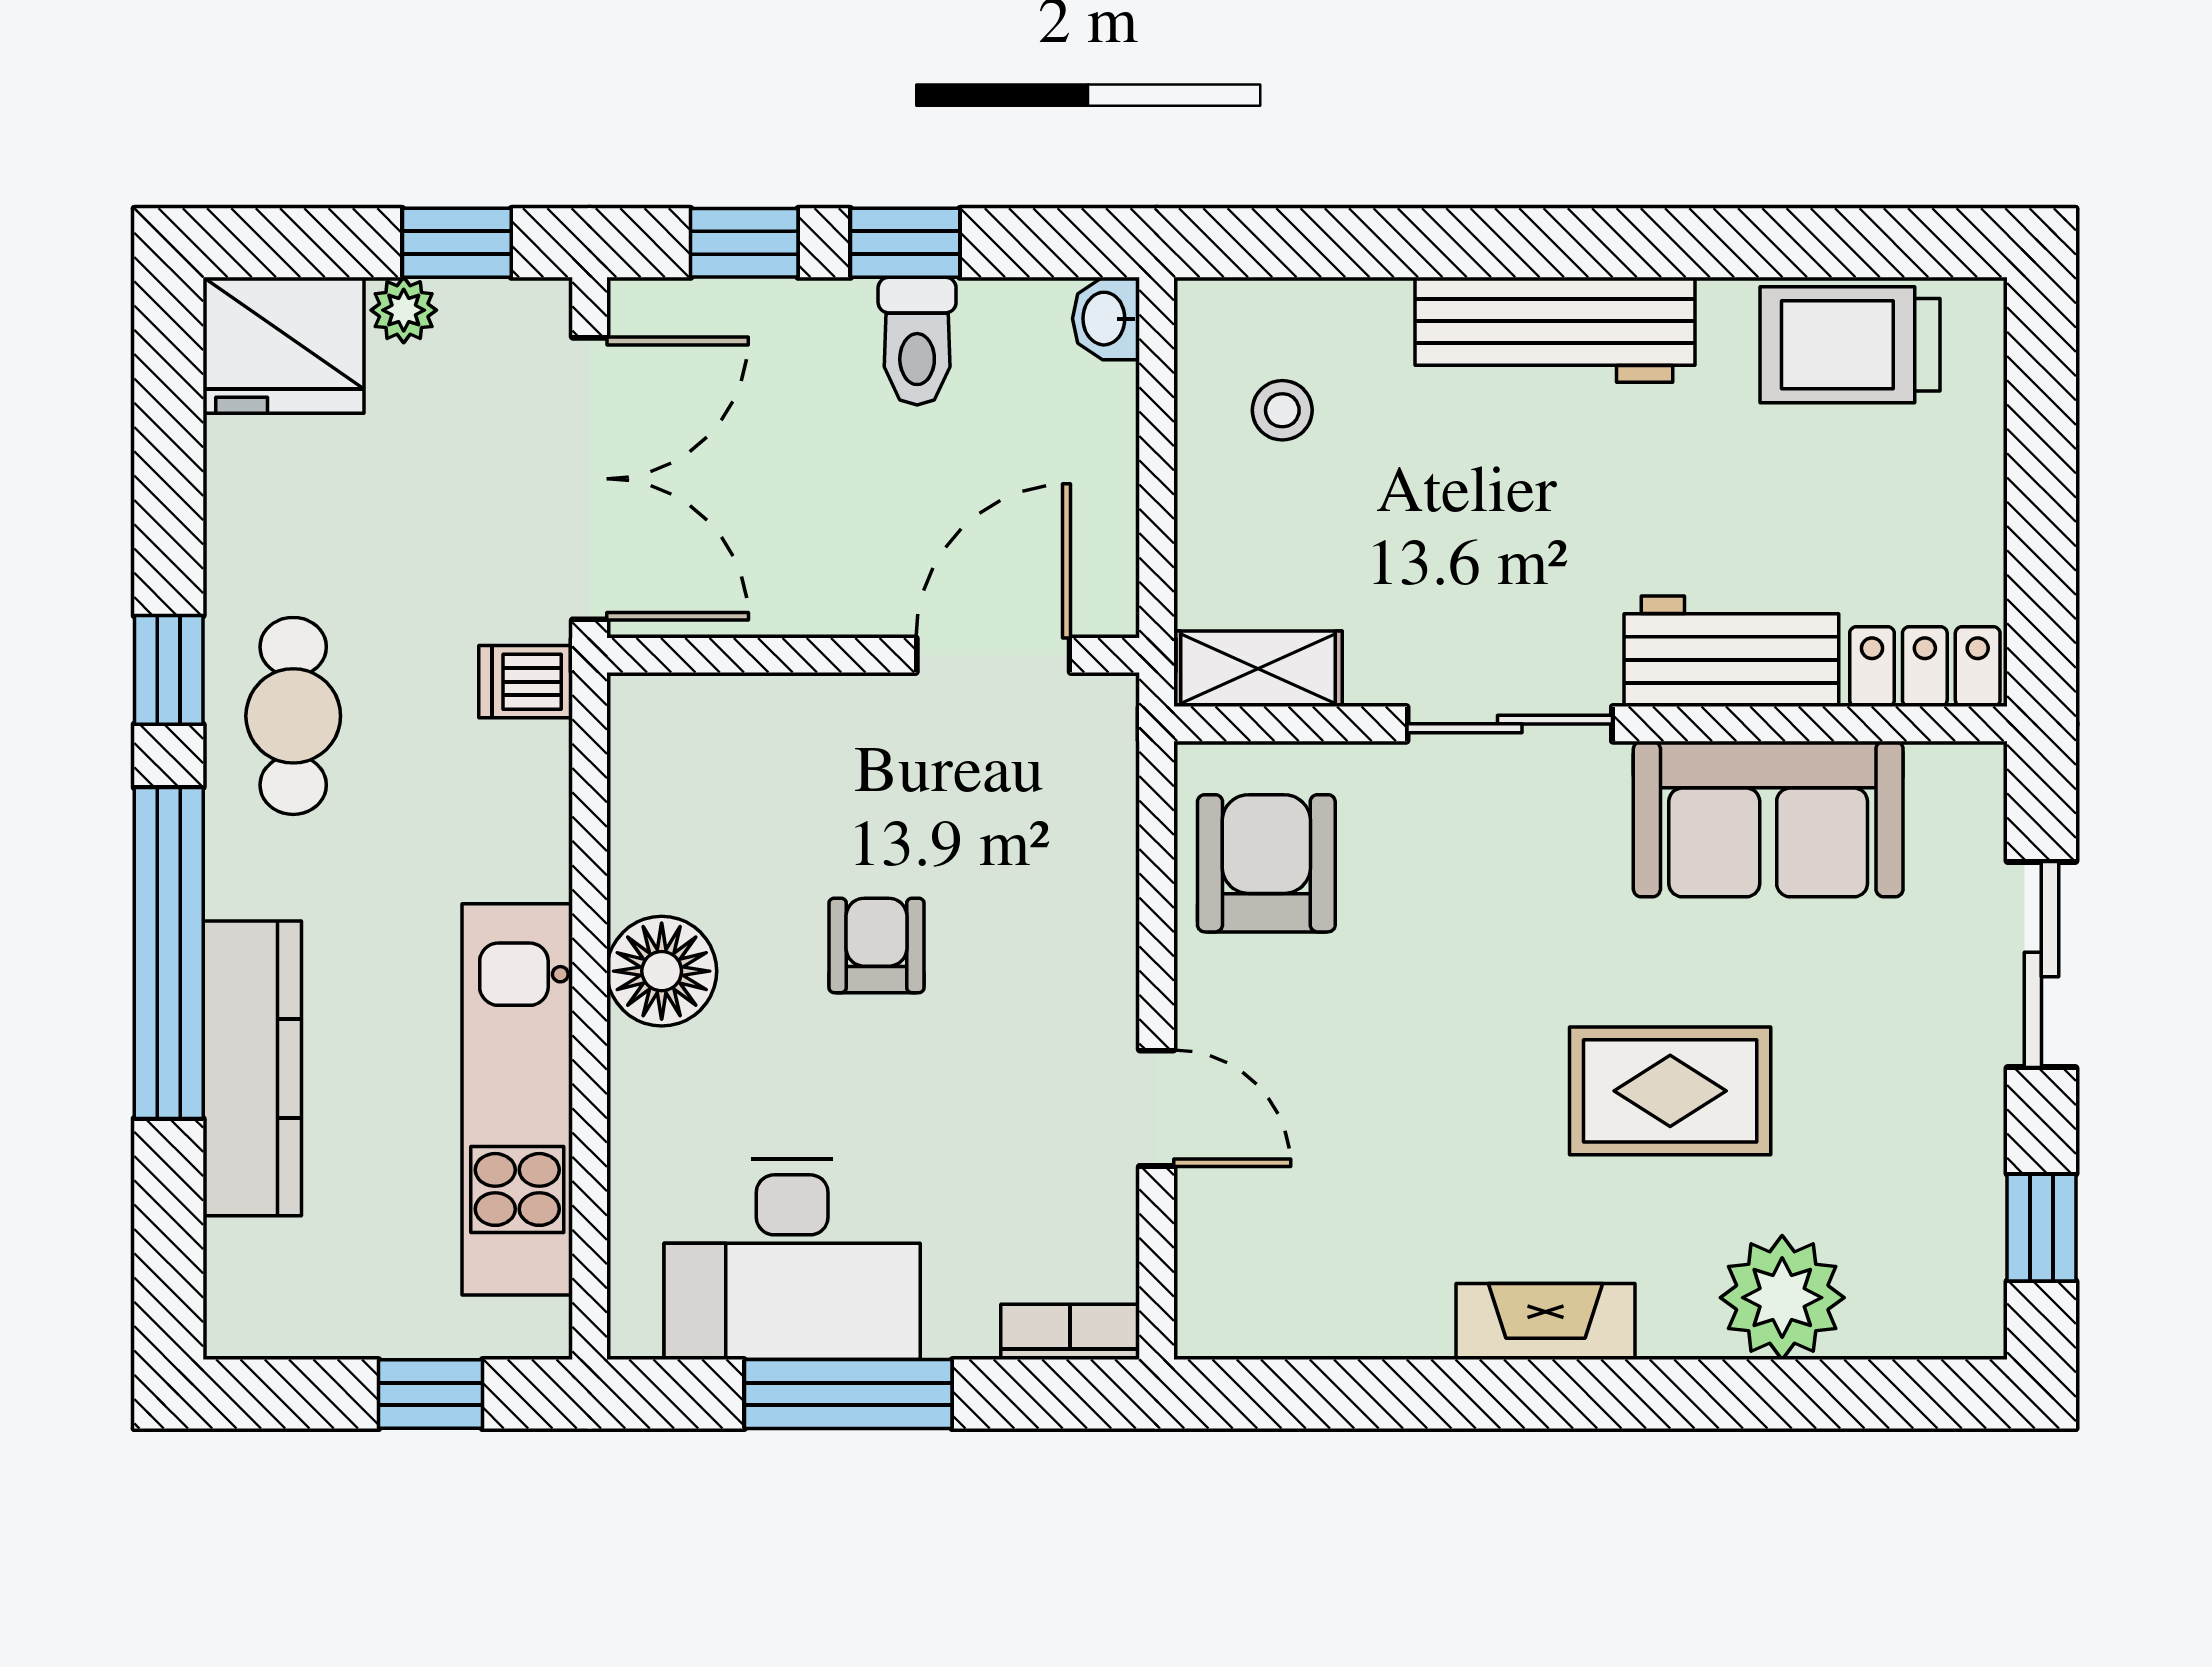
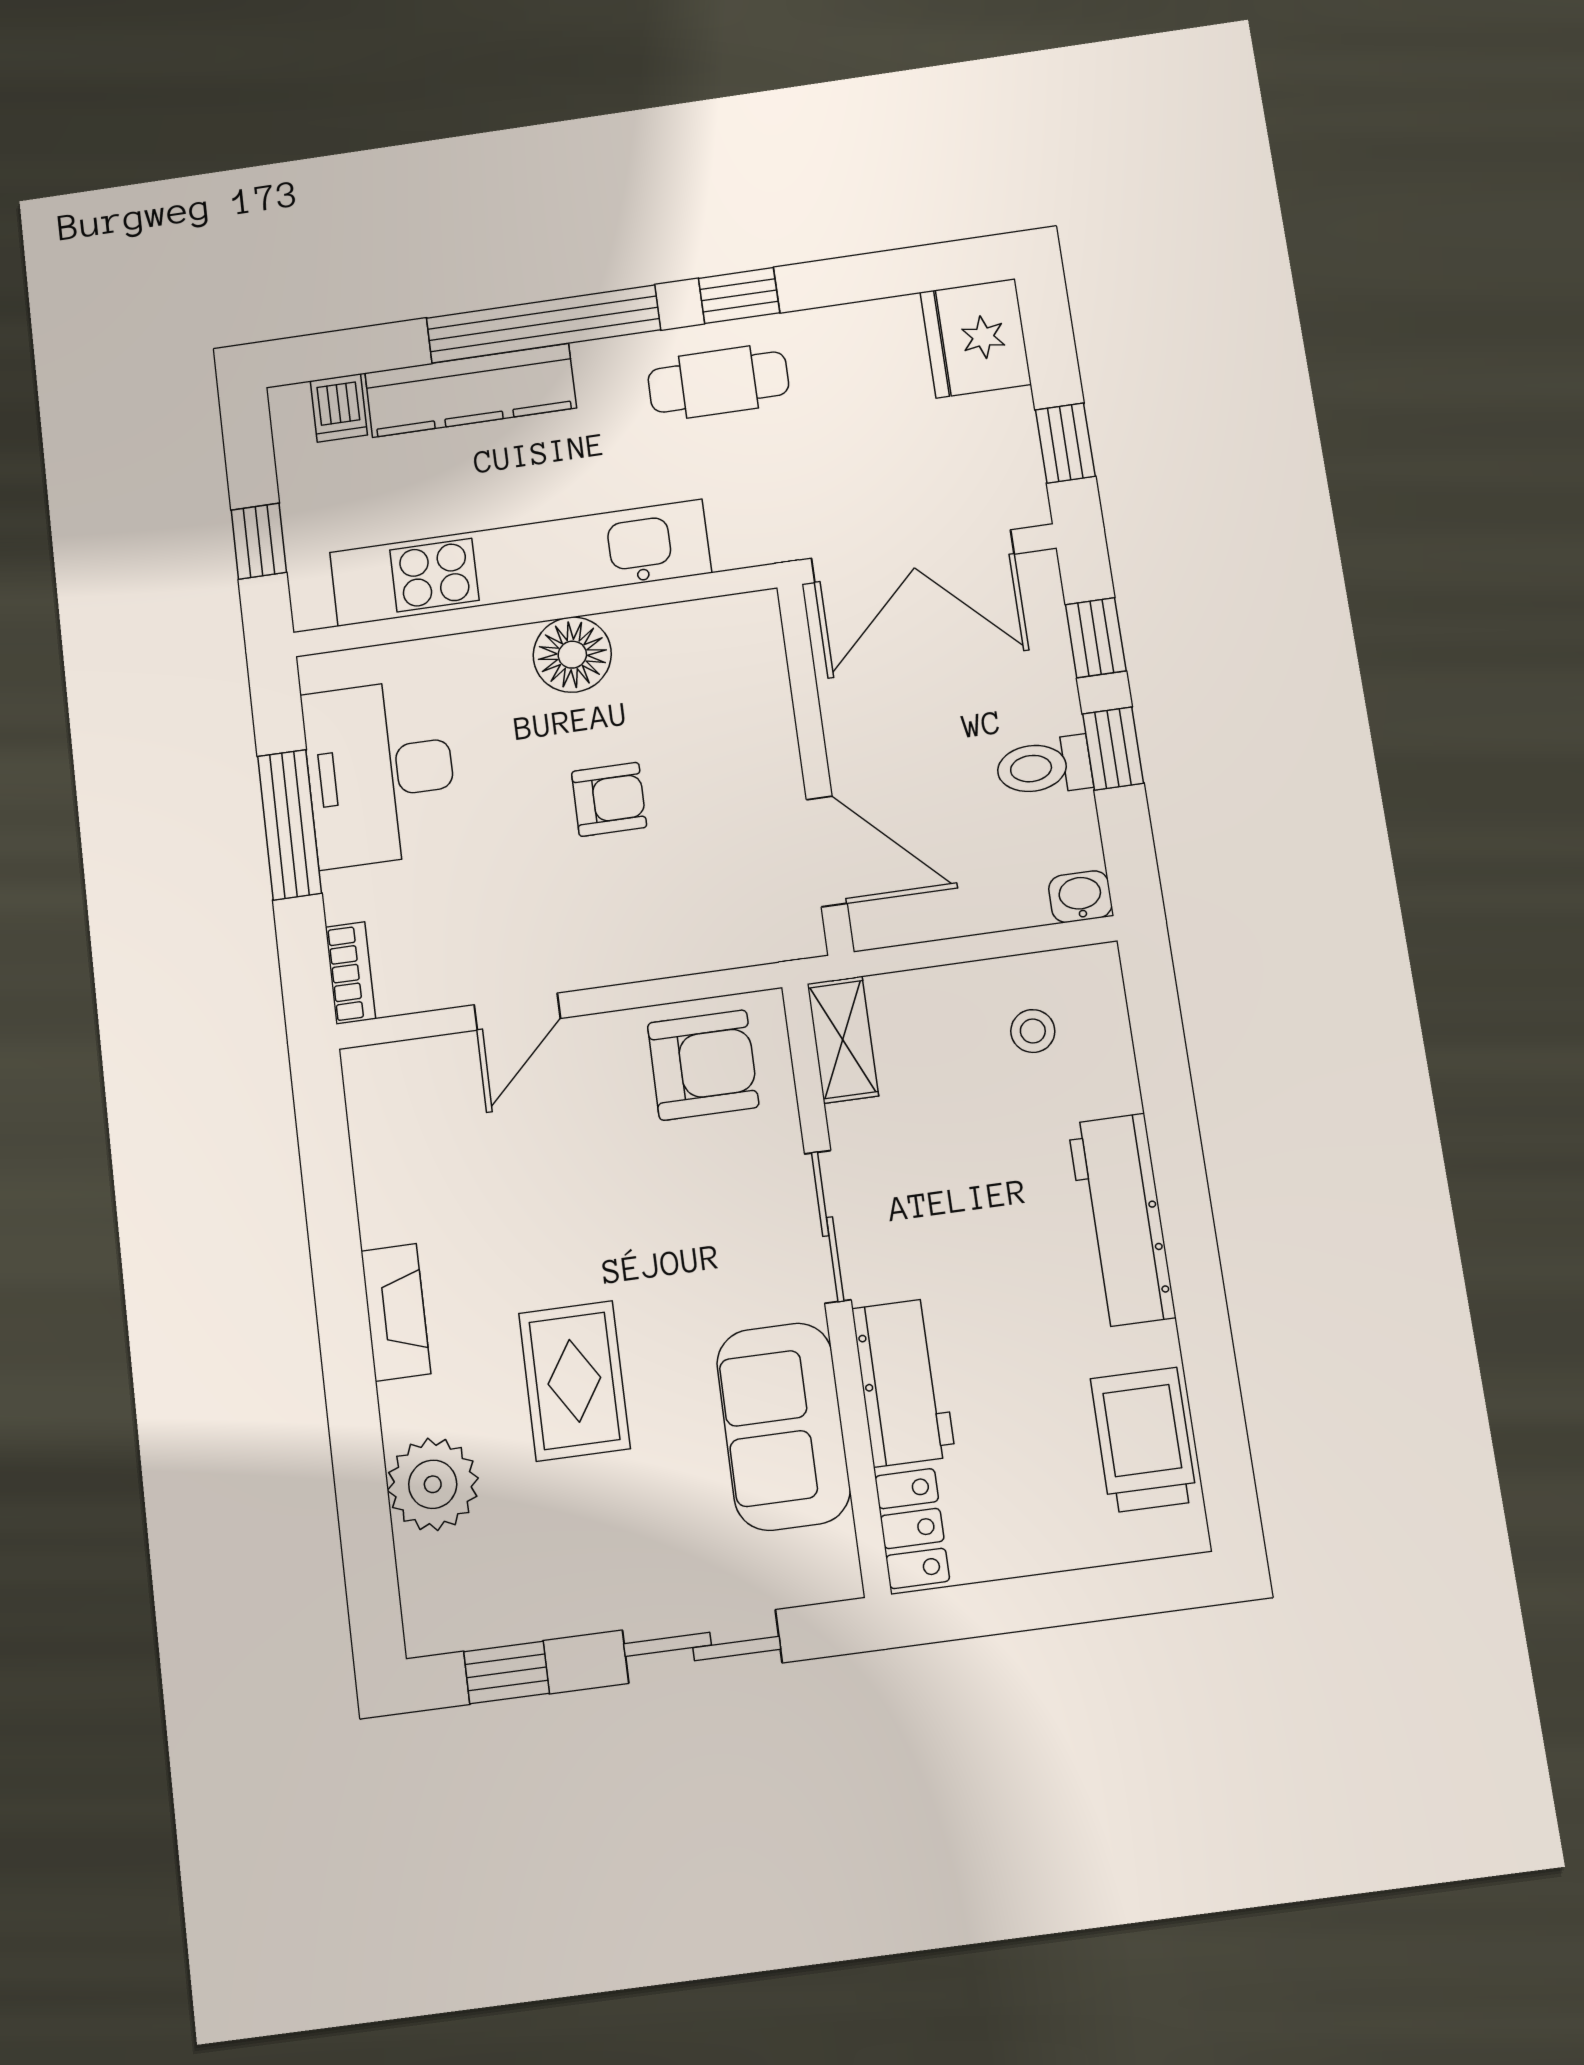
plant: (404, 310) -> (1013, 414), removed
dishwasher: (526, 682) -> (339, 408), moved, turned 180
kitchen unit: (517, 1099) -> (520, 563), width x1.36

